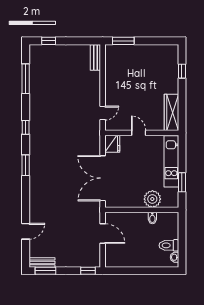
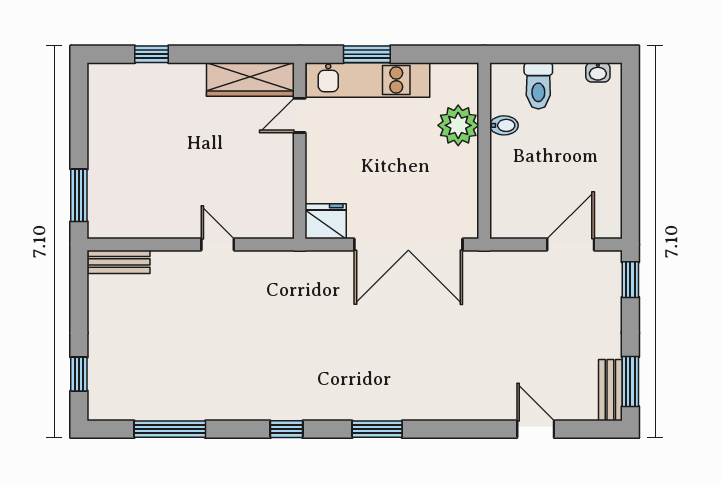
door: (103, 113) -> (218, 244), moved
door: (139, 133) -> (300, 115), moved
window: (182, 182) -> (367, 54), moved
door: (103, 234) -> (571, 244), moved
toilet: (169, 245) -> (538, 86), moved

